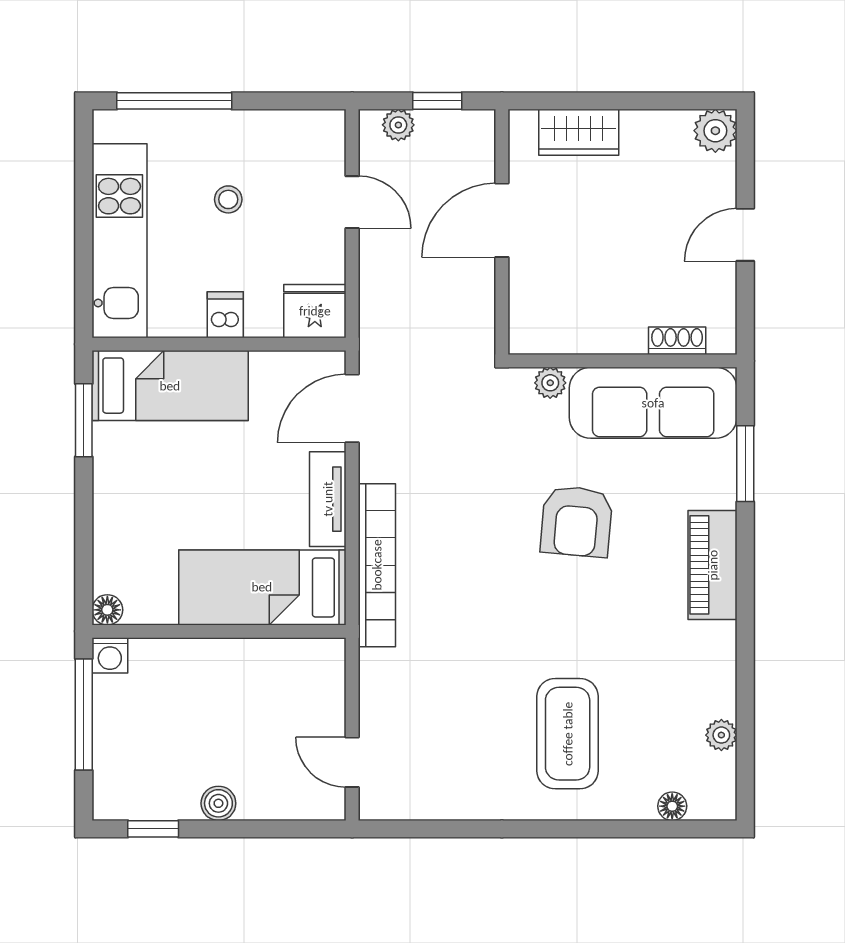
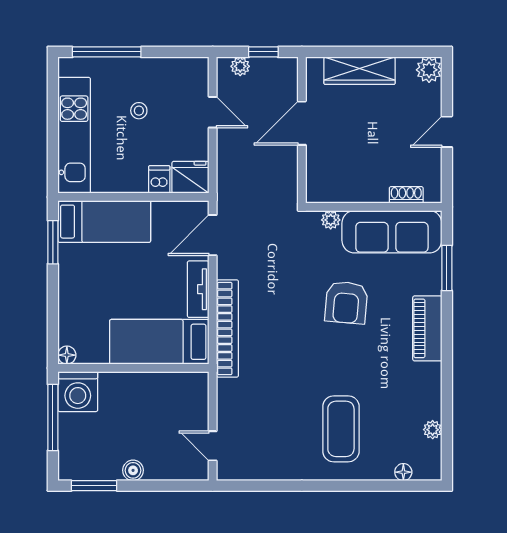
wardrobe: (579, 132) -> (359, 71), width x1.50
dishwasher: (225, 315) -> (159, 179), moved
washing machine: (110, 655) -> (78, 392), width x1.89, depth x1.89
window: (153, 829) -> (94, 486), width x1.50

